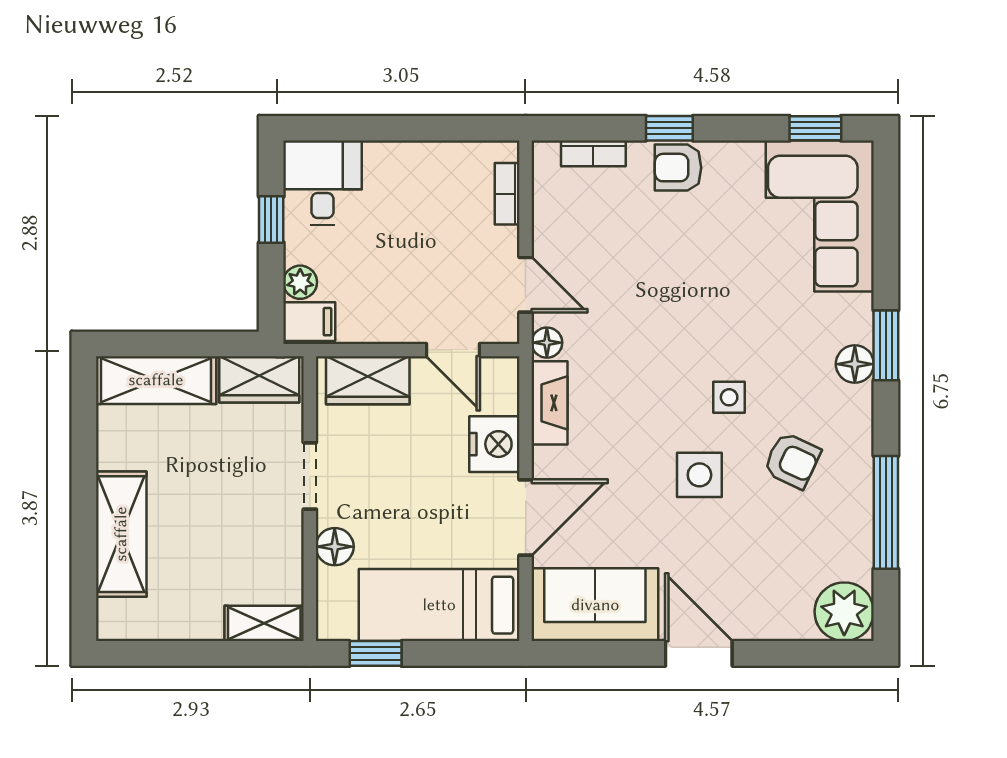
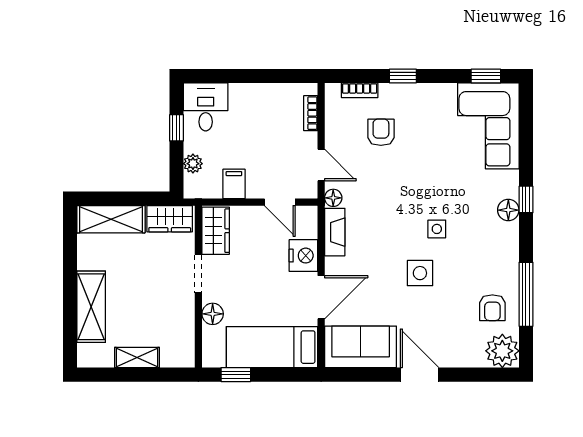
armchair: (678, 168) -> (381, 132), moved, turned 90
filing cabinet: (309, 322) -> (234, 184), moved, turned -90
window: (886, 345) -> (526, 199), width x0.67
wardrobe: (368, 380) -> (216, 231), moved, turned -90
armchair: (792, 461) -> (492, 308), moved, turned 65
shelving: (264, 623) -> (137, 357), moved

